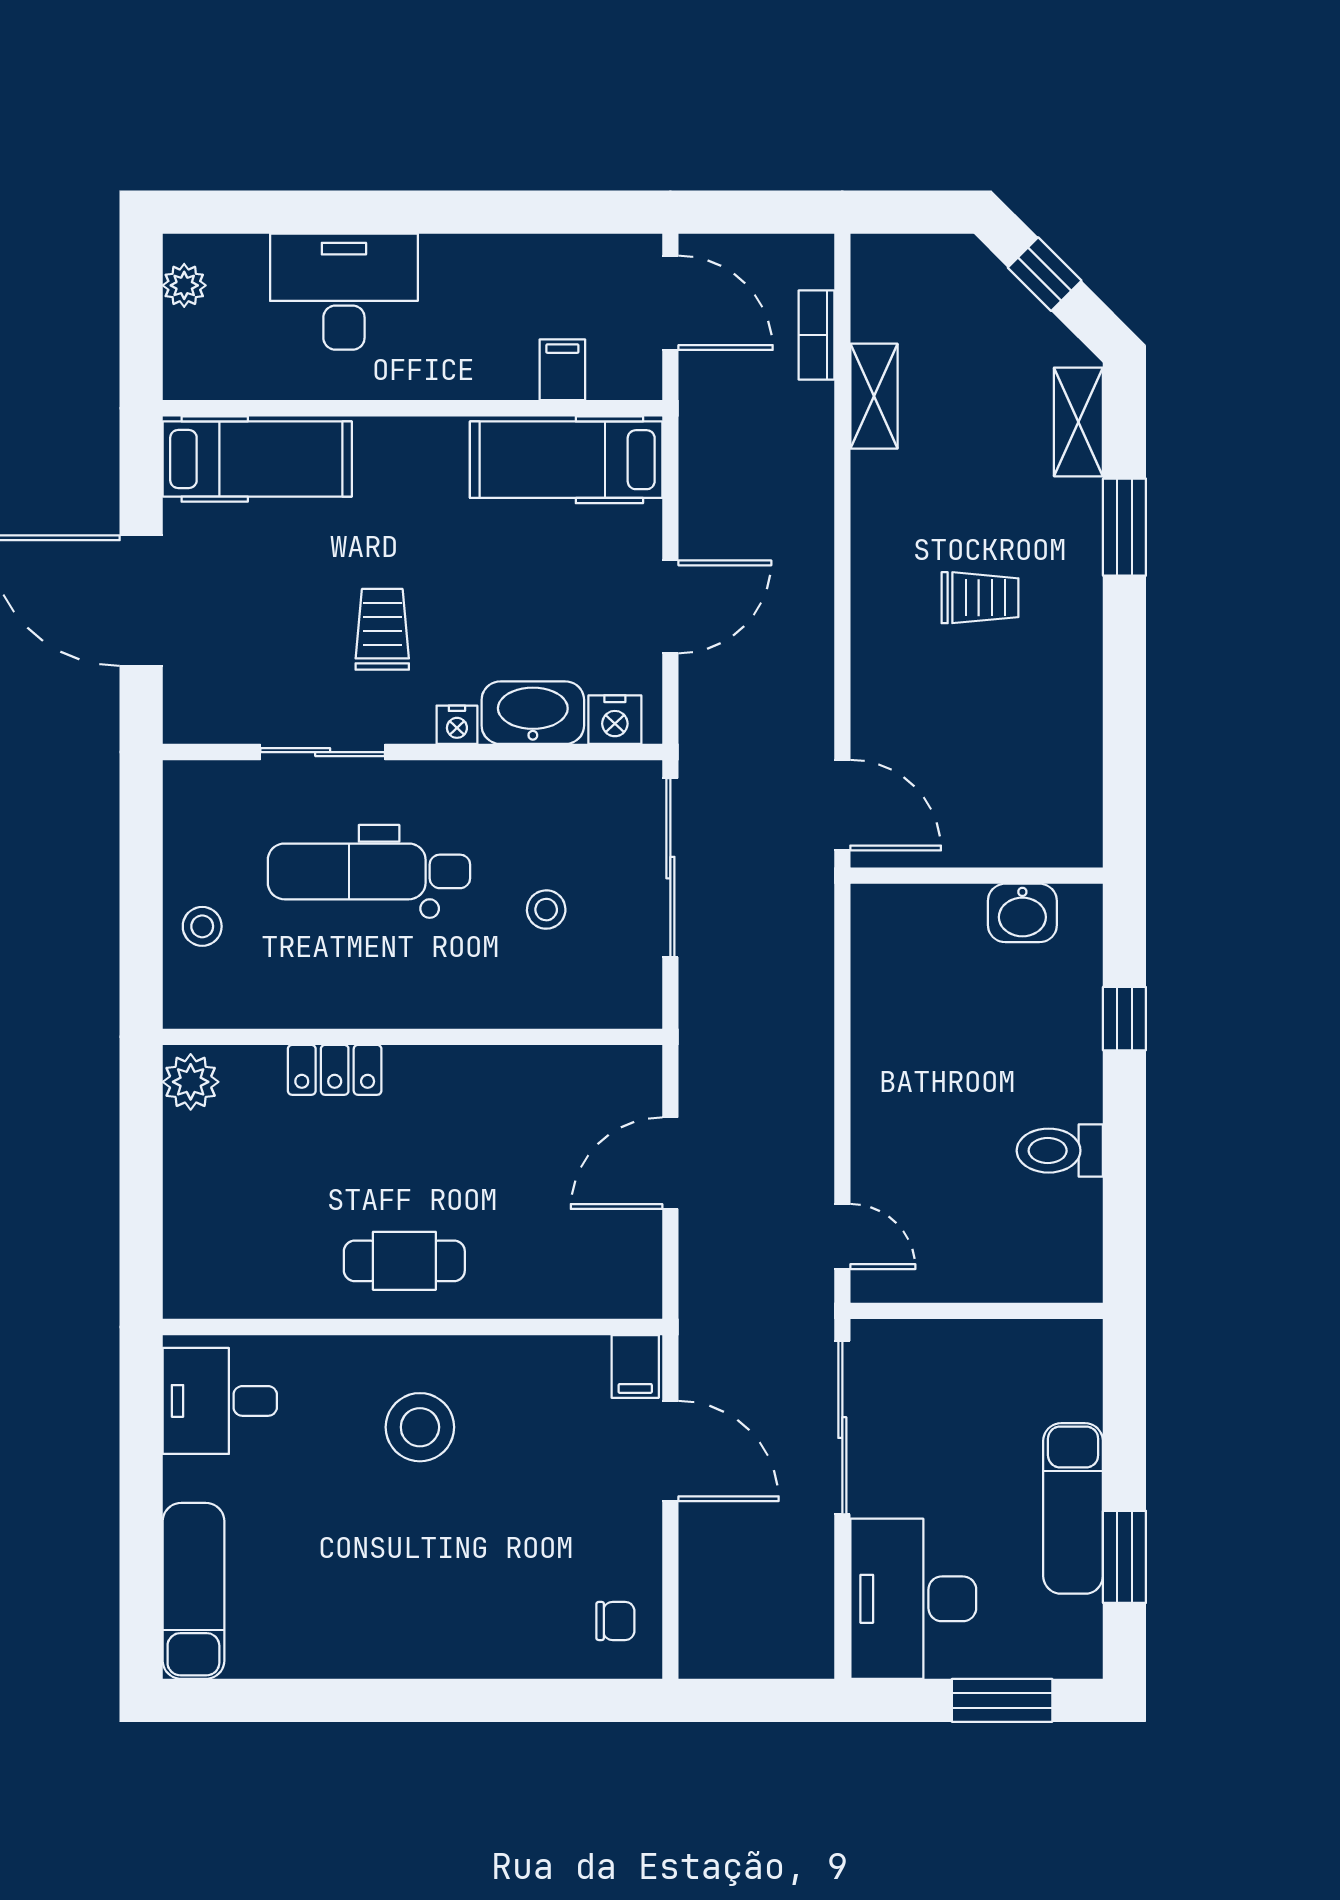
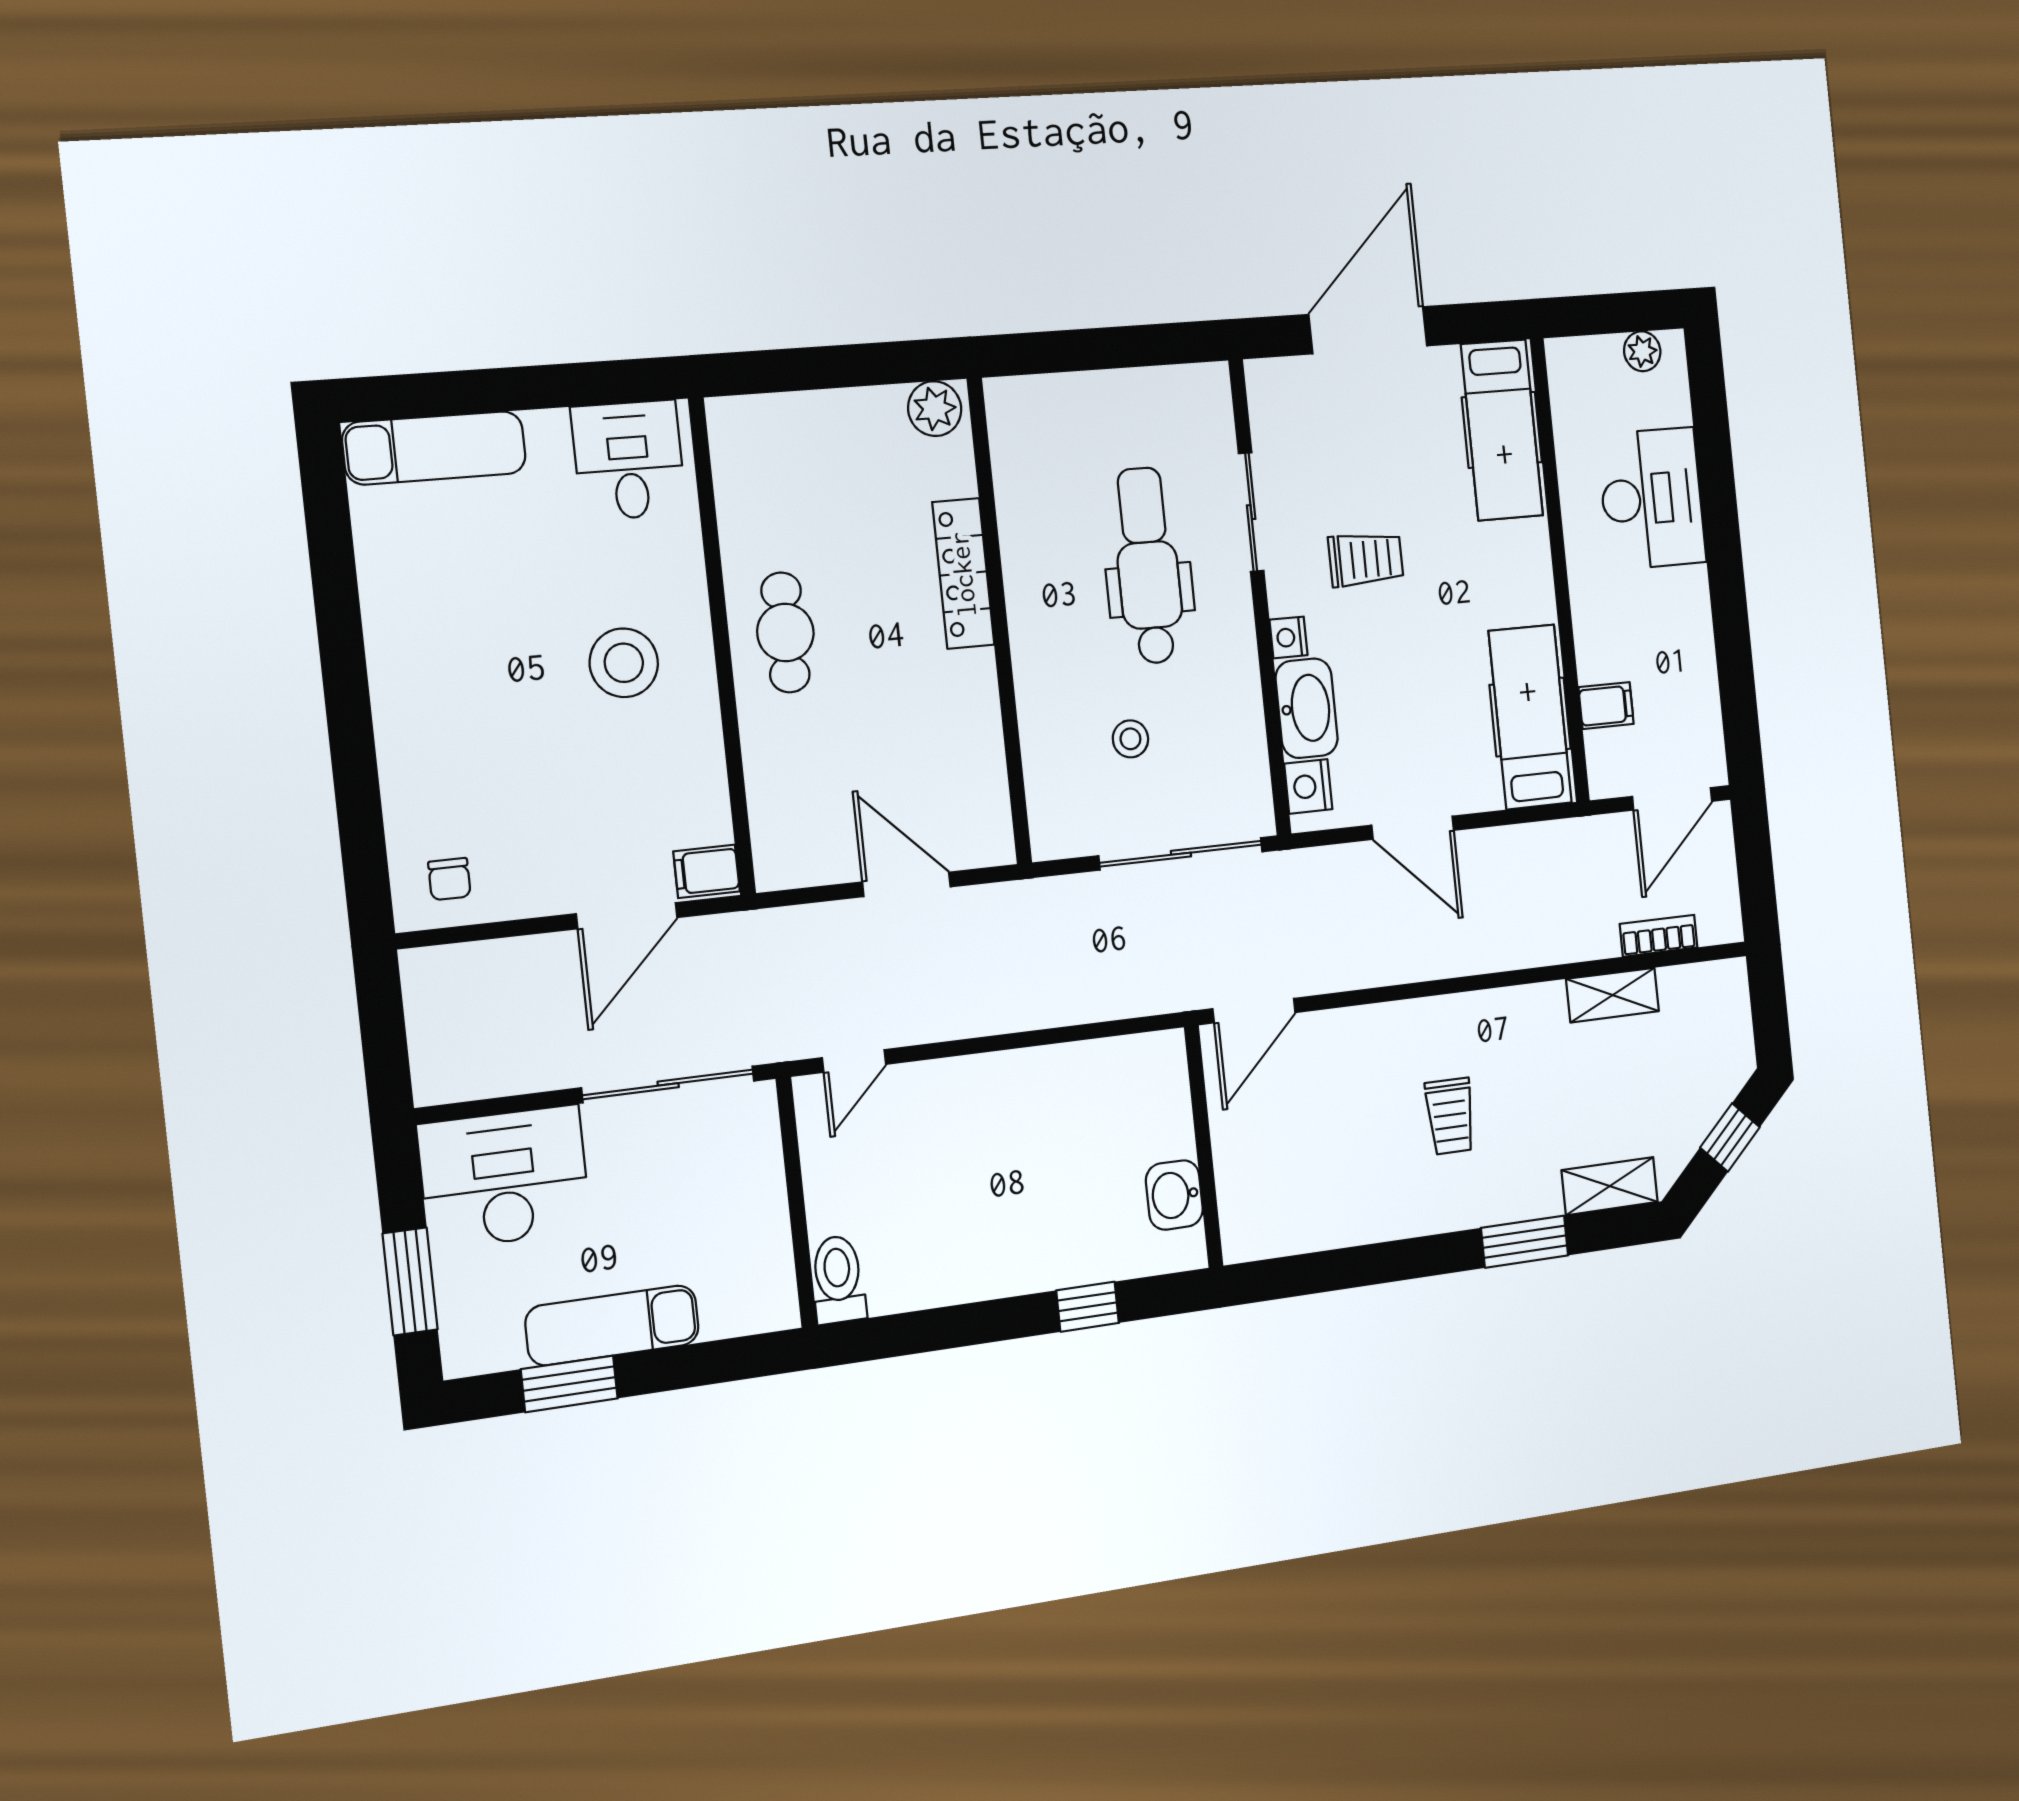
stool: (202, 926) -> (1081, 409), removed
locker: (335, 1070) -> (963, 574), width x1.53
toilet: (1060, 1151) -> (838, 1279), moved

